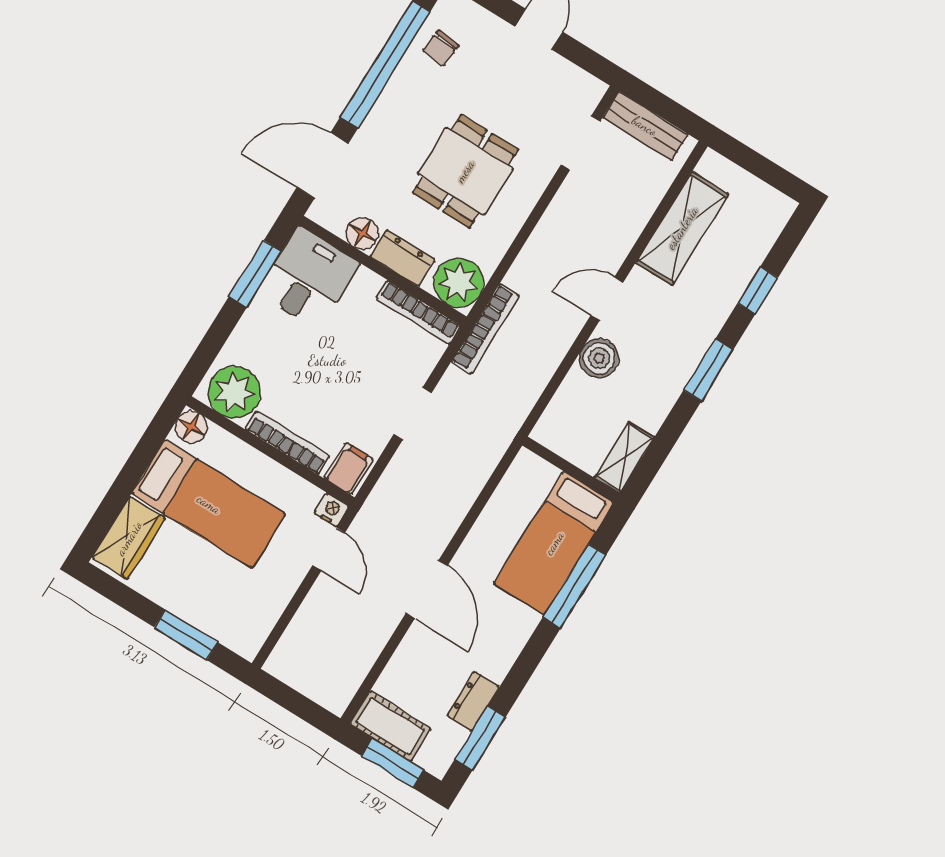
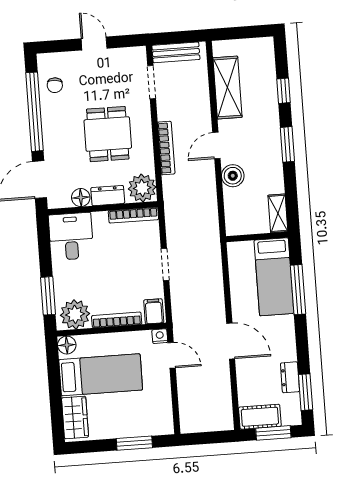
window: (255, 274) -> (48, 296), moved
bookcase: (485, 329) -> (166, 148), moved

